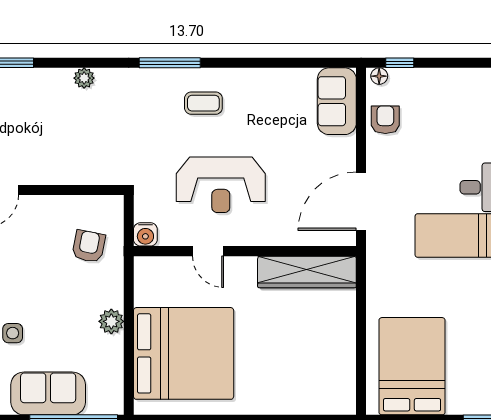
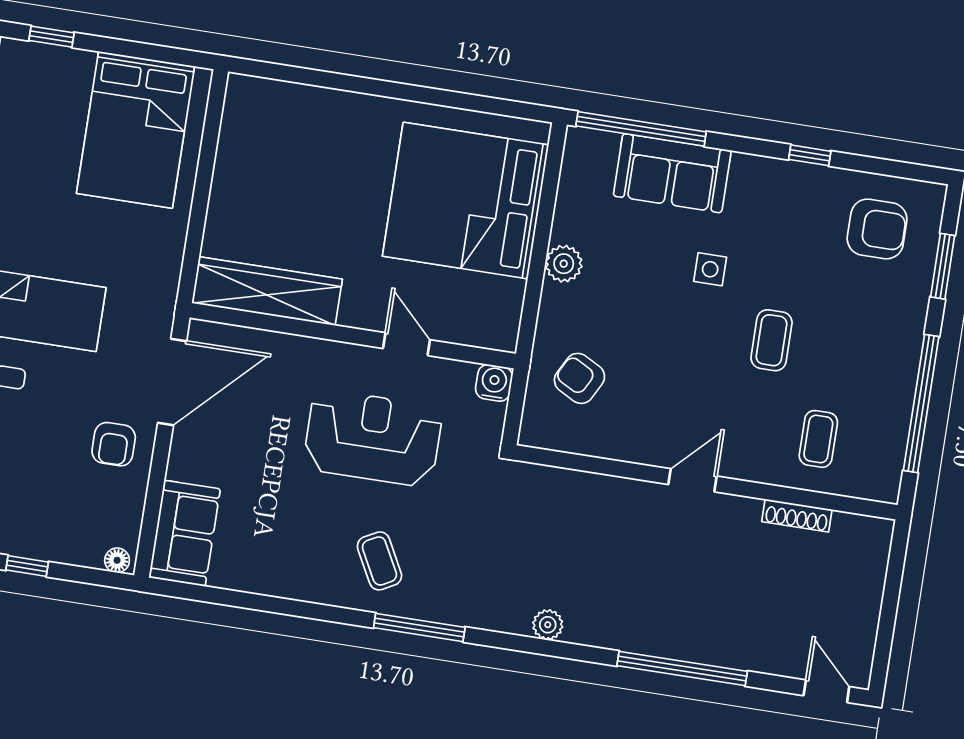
window: (400, 63) -> (27, 566), moved
coffee table: (203, 103) -> (379, 561), turned 62
armchair: (385, 120) -> (114, 444), moved
armchair: (89, 246) -> (579, 378), turned 107

